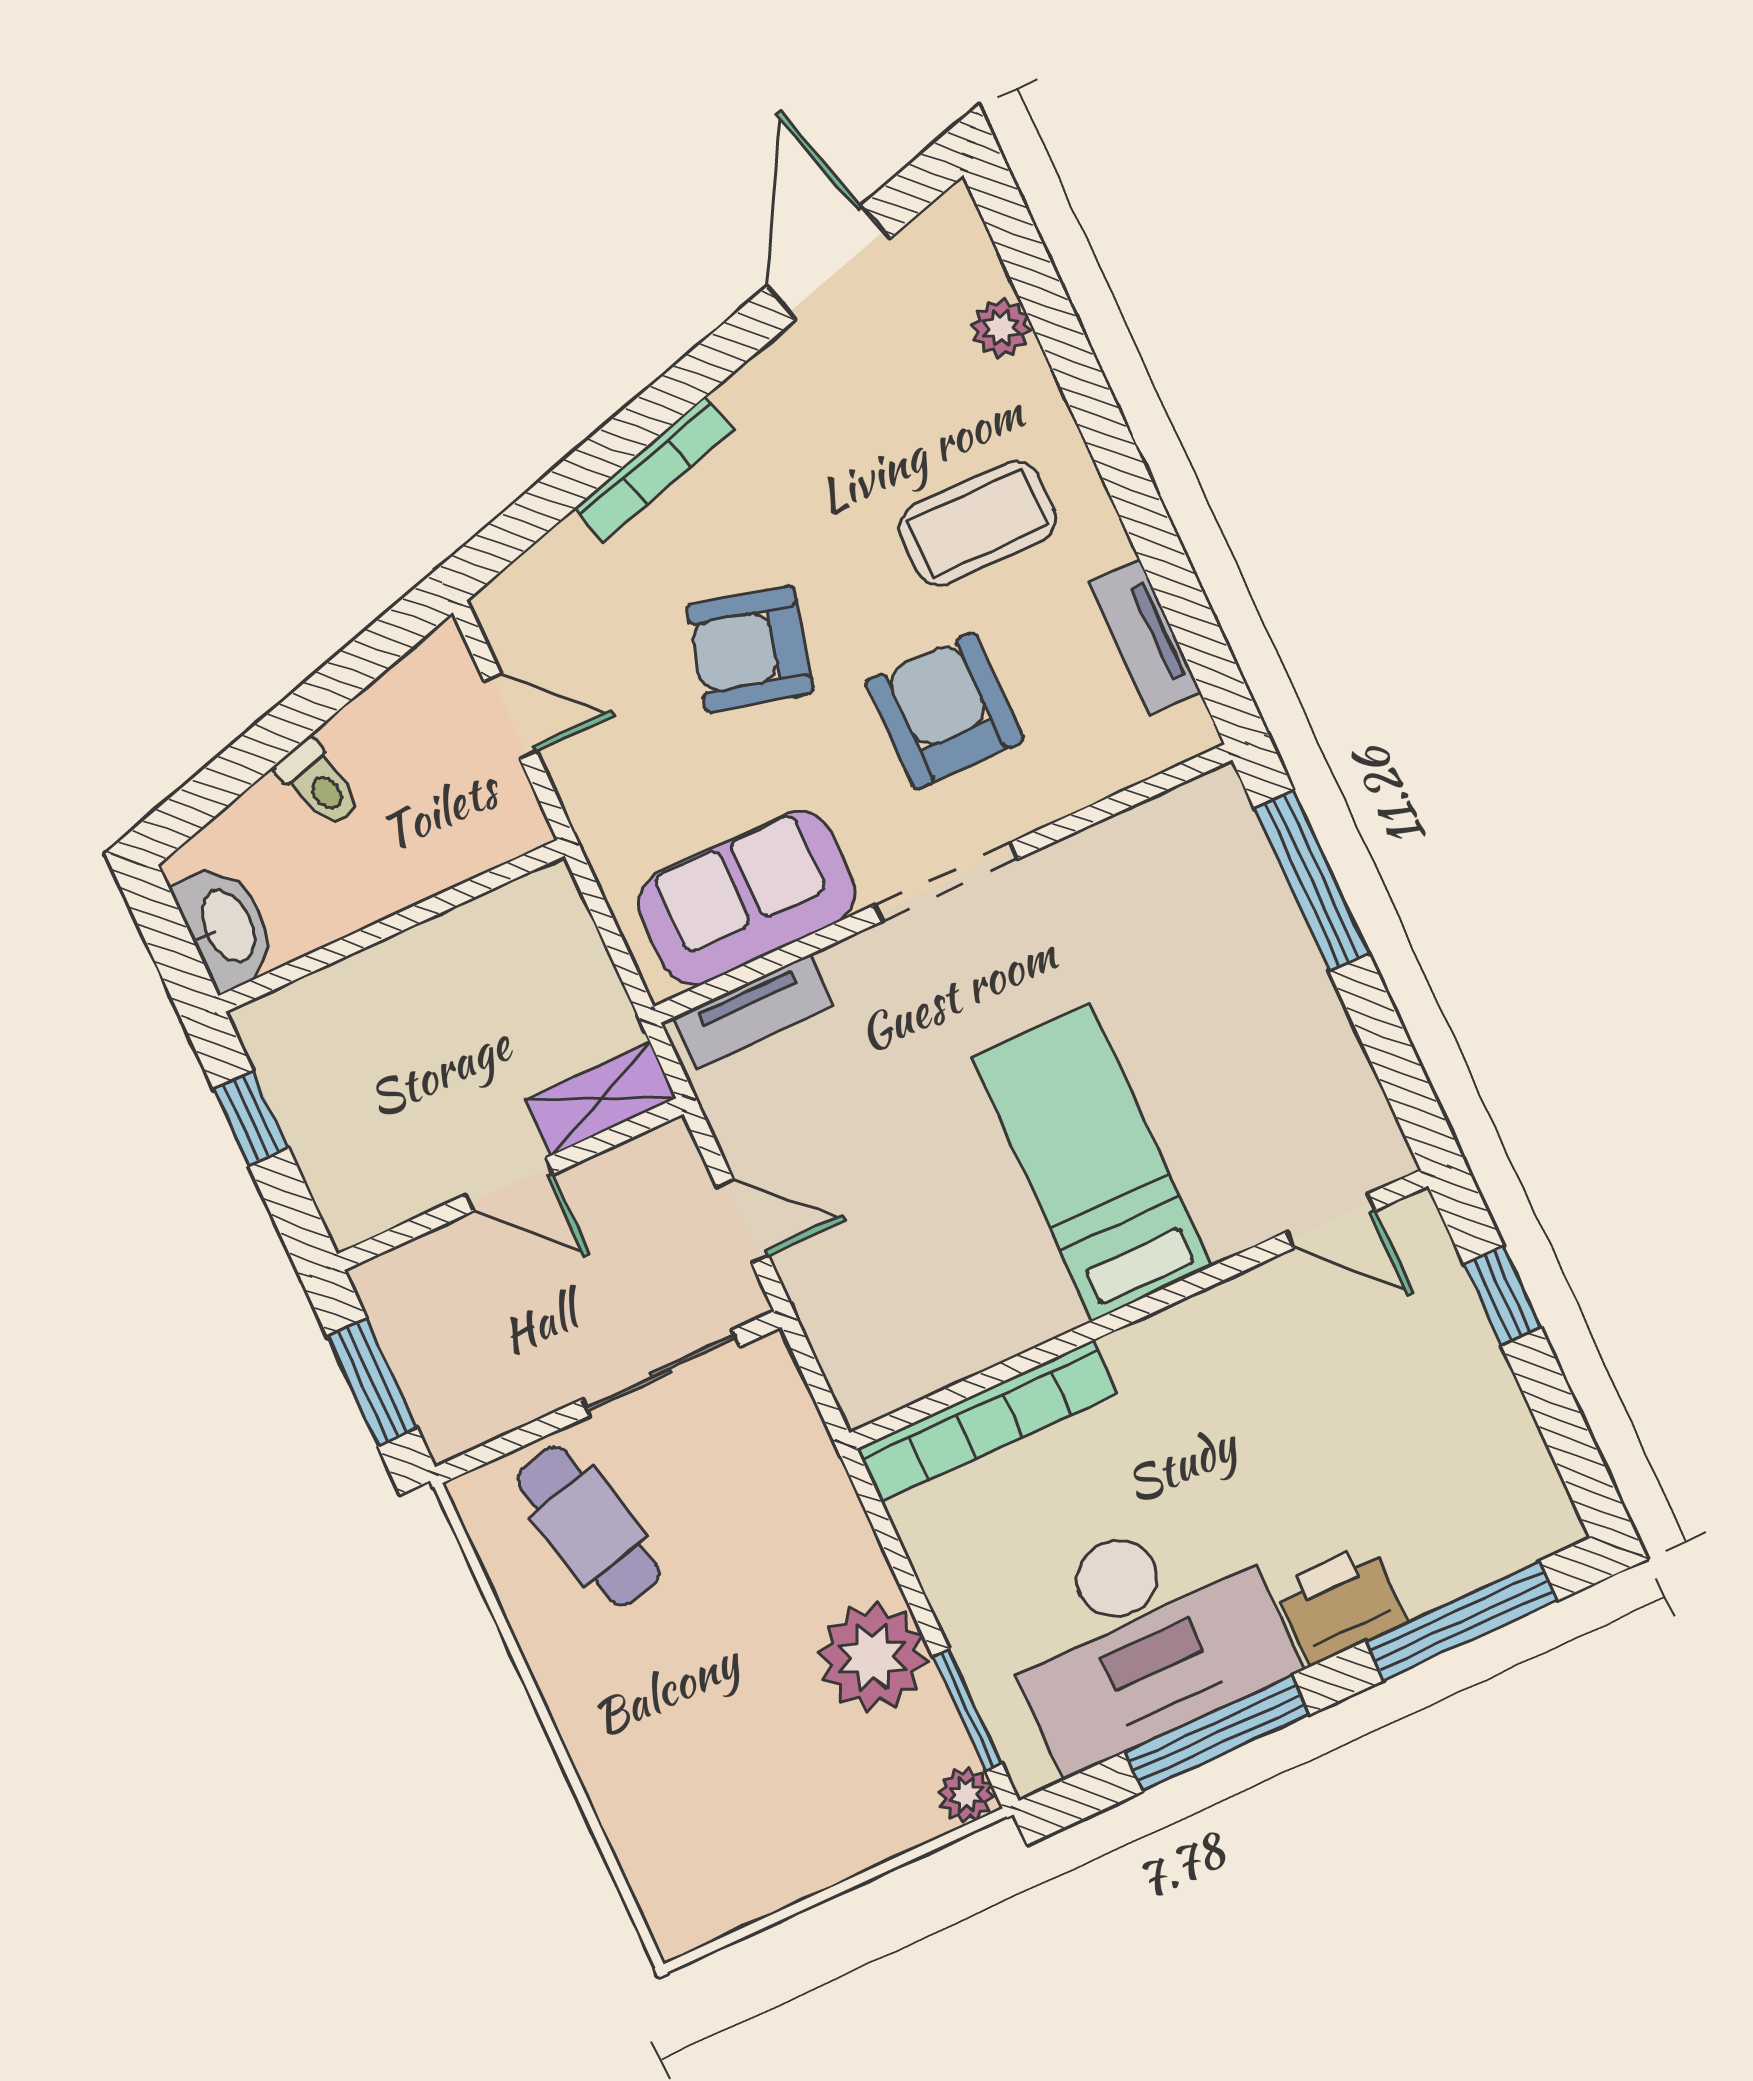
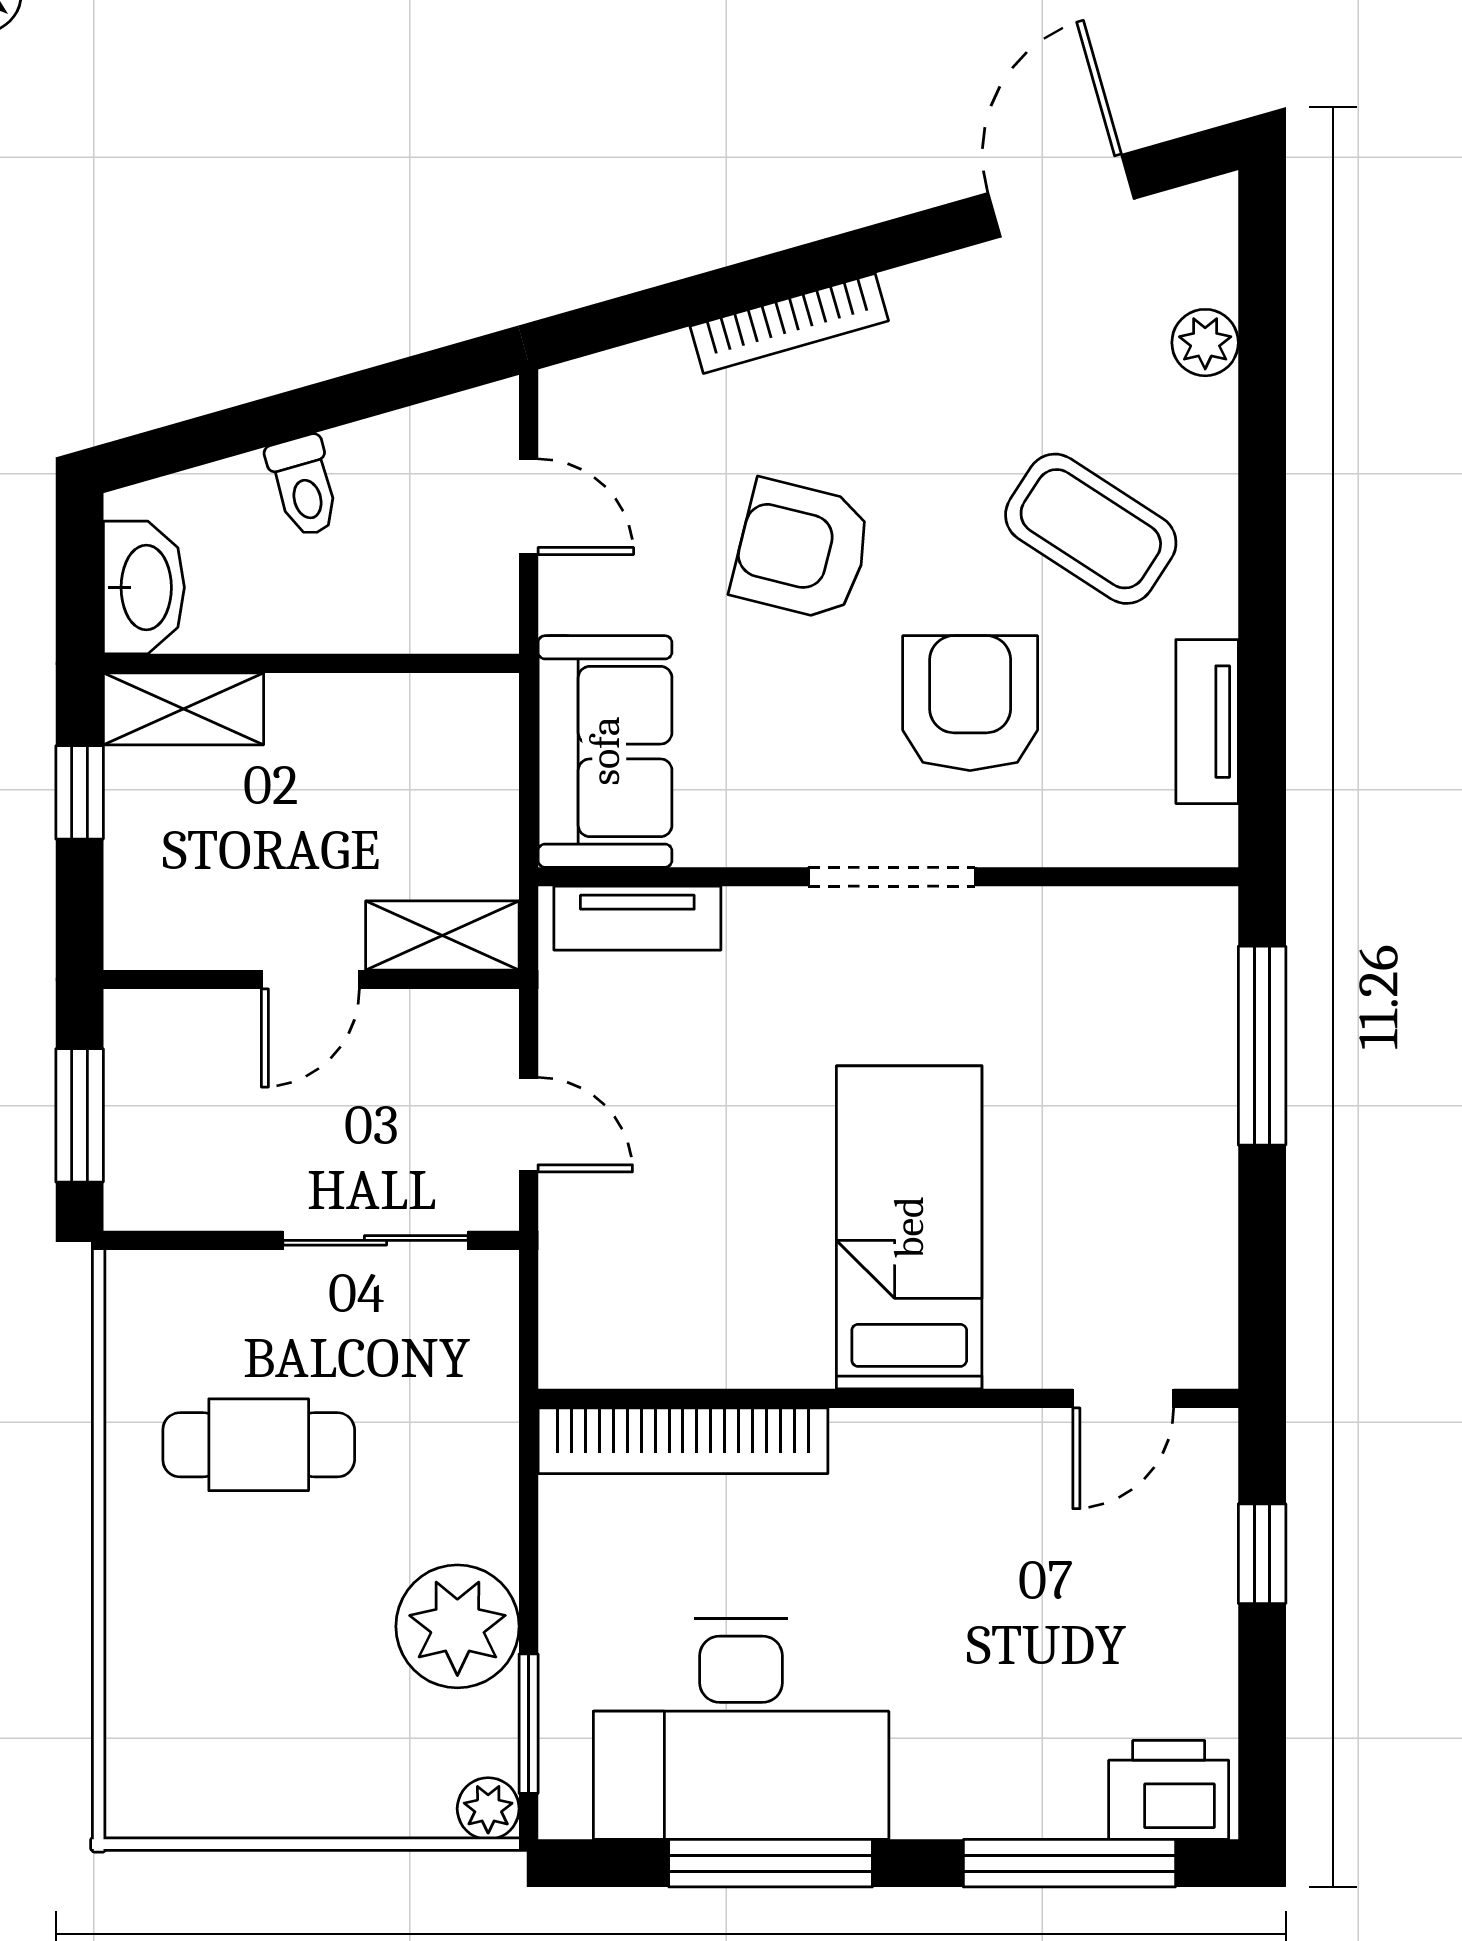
coffee table: (978, 523) -> (1091, 529), turned 33
sofa: (747, 898) -> (605, 751), moved, turned 90
shelving: (304, 1011) -> (183, 709), added
door: (510, 1184) -> (310, 980), hinge flipped
door: (1331, 1221) -> (1123, 1398), hinge flipped
cafe table: (588, 1526) -> (259, 1445), moved, turned -76
printer: (1340, 1604) -> (1169, 1790), moved

